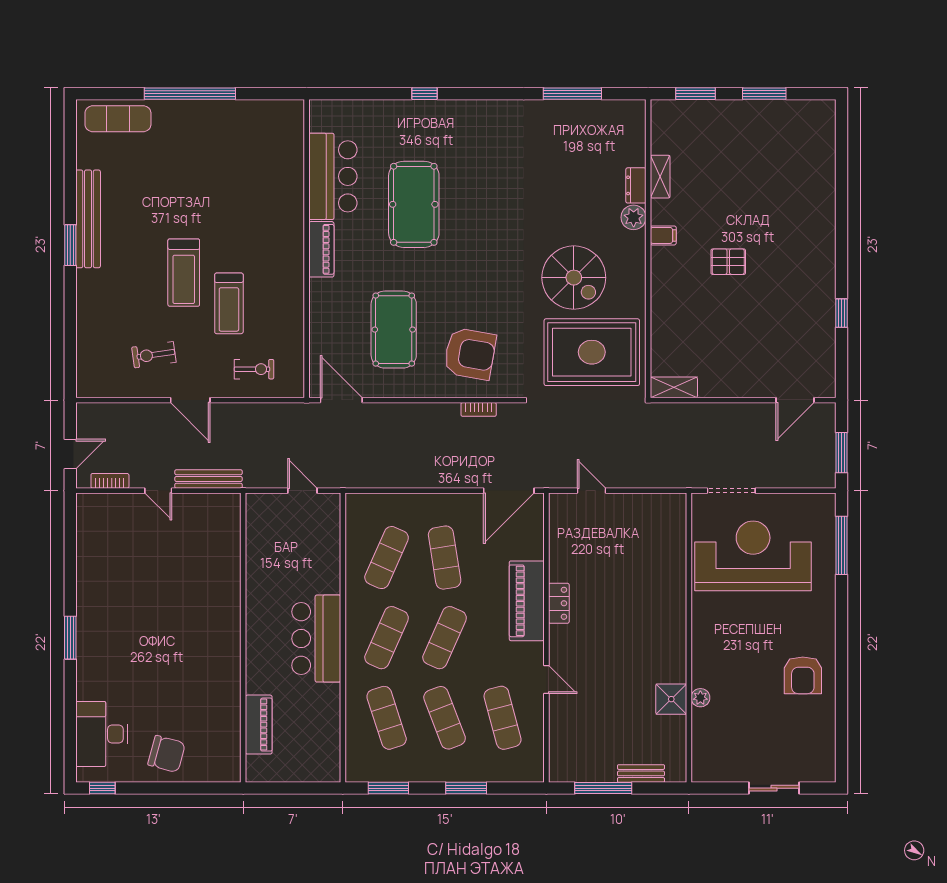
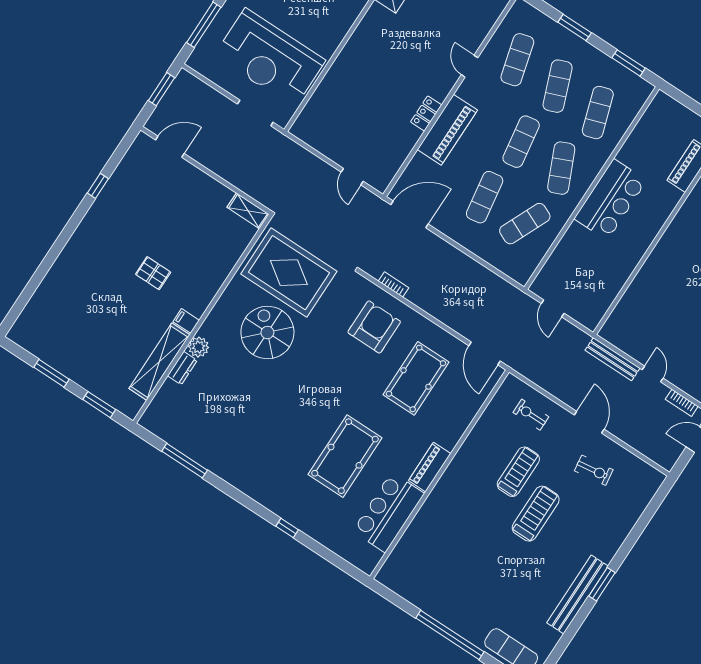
shelving: (660, 177) -> (159, 362), width x2.20, depth x1.33
armchair: (470, 354) -> (374, 327), turned 80
exercise mat: (387, 638) -> (561, 168), turned -48
exercise mat: (445, 638) -> (521, 142), turned -33

